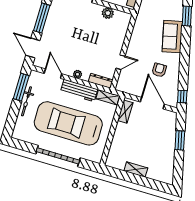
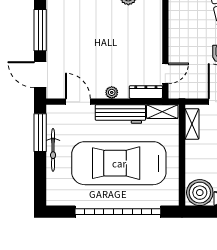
door: (120, 62) -> (165, 73), moved
garage door: (58, 156) -> (118, 212), width x1.36
boiler: (117, 159) -> (200, 193), added

